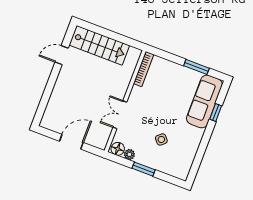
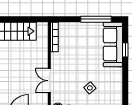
window: (196, 67) -> (96, 19), width x1.44

